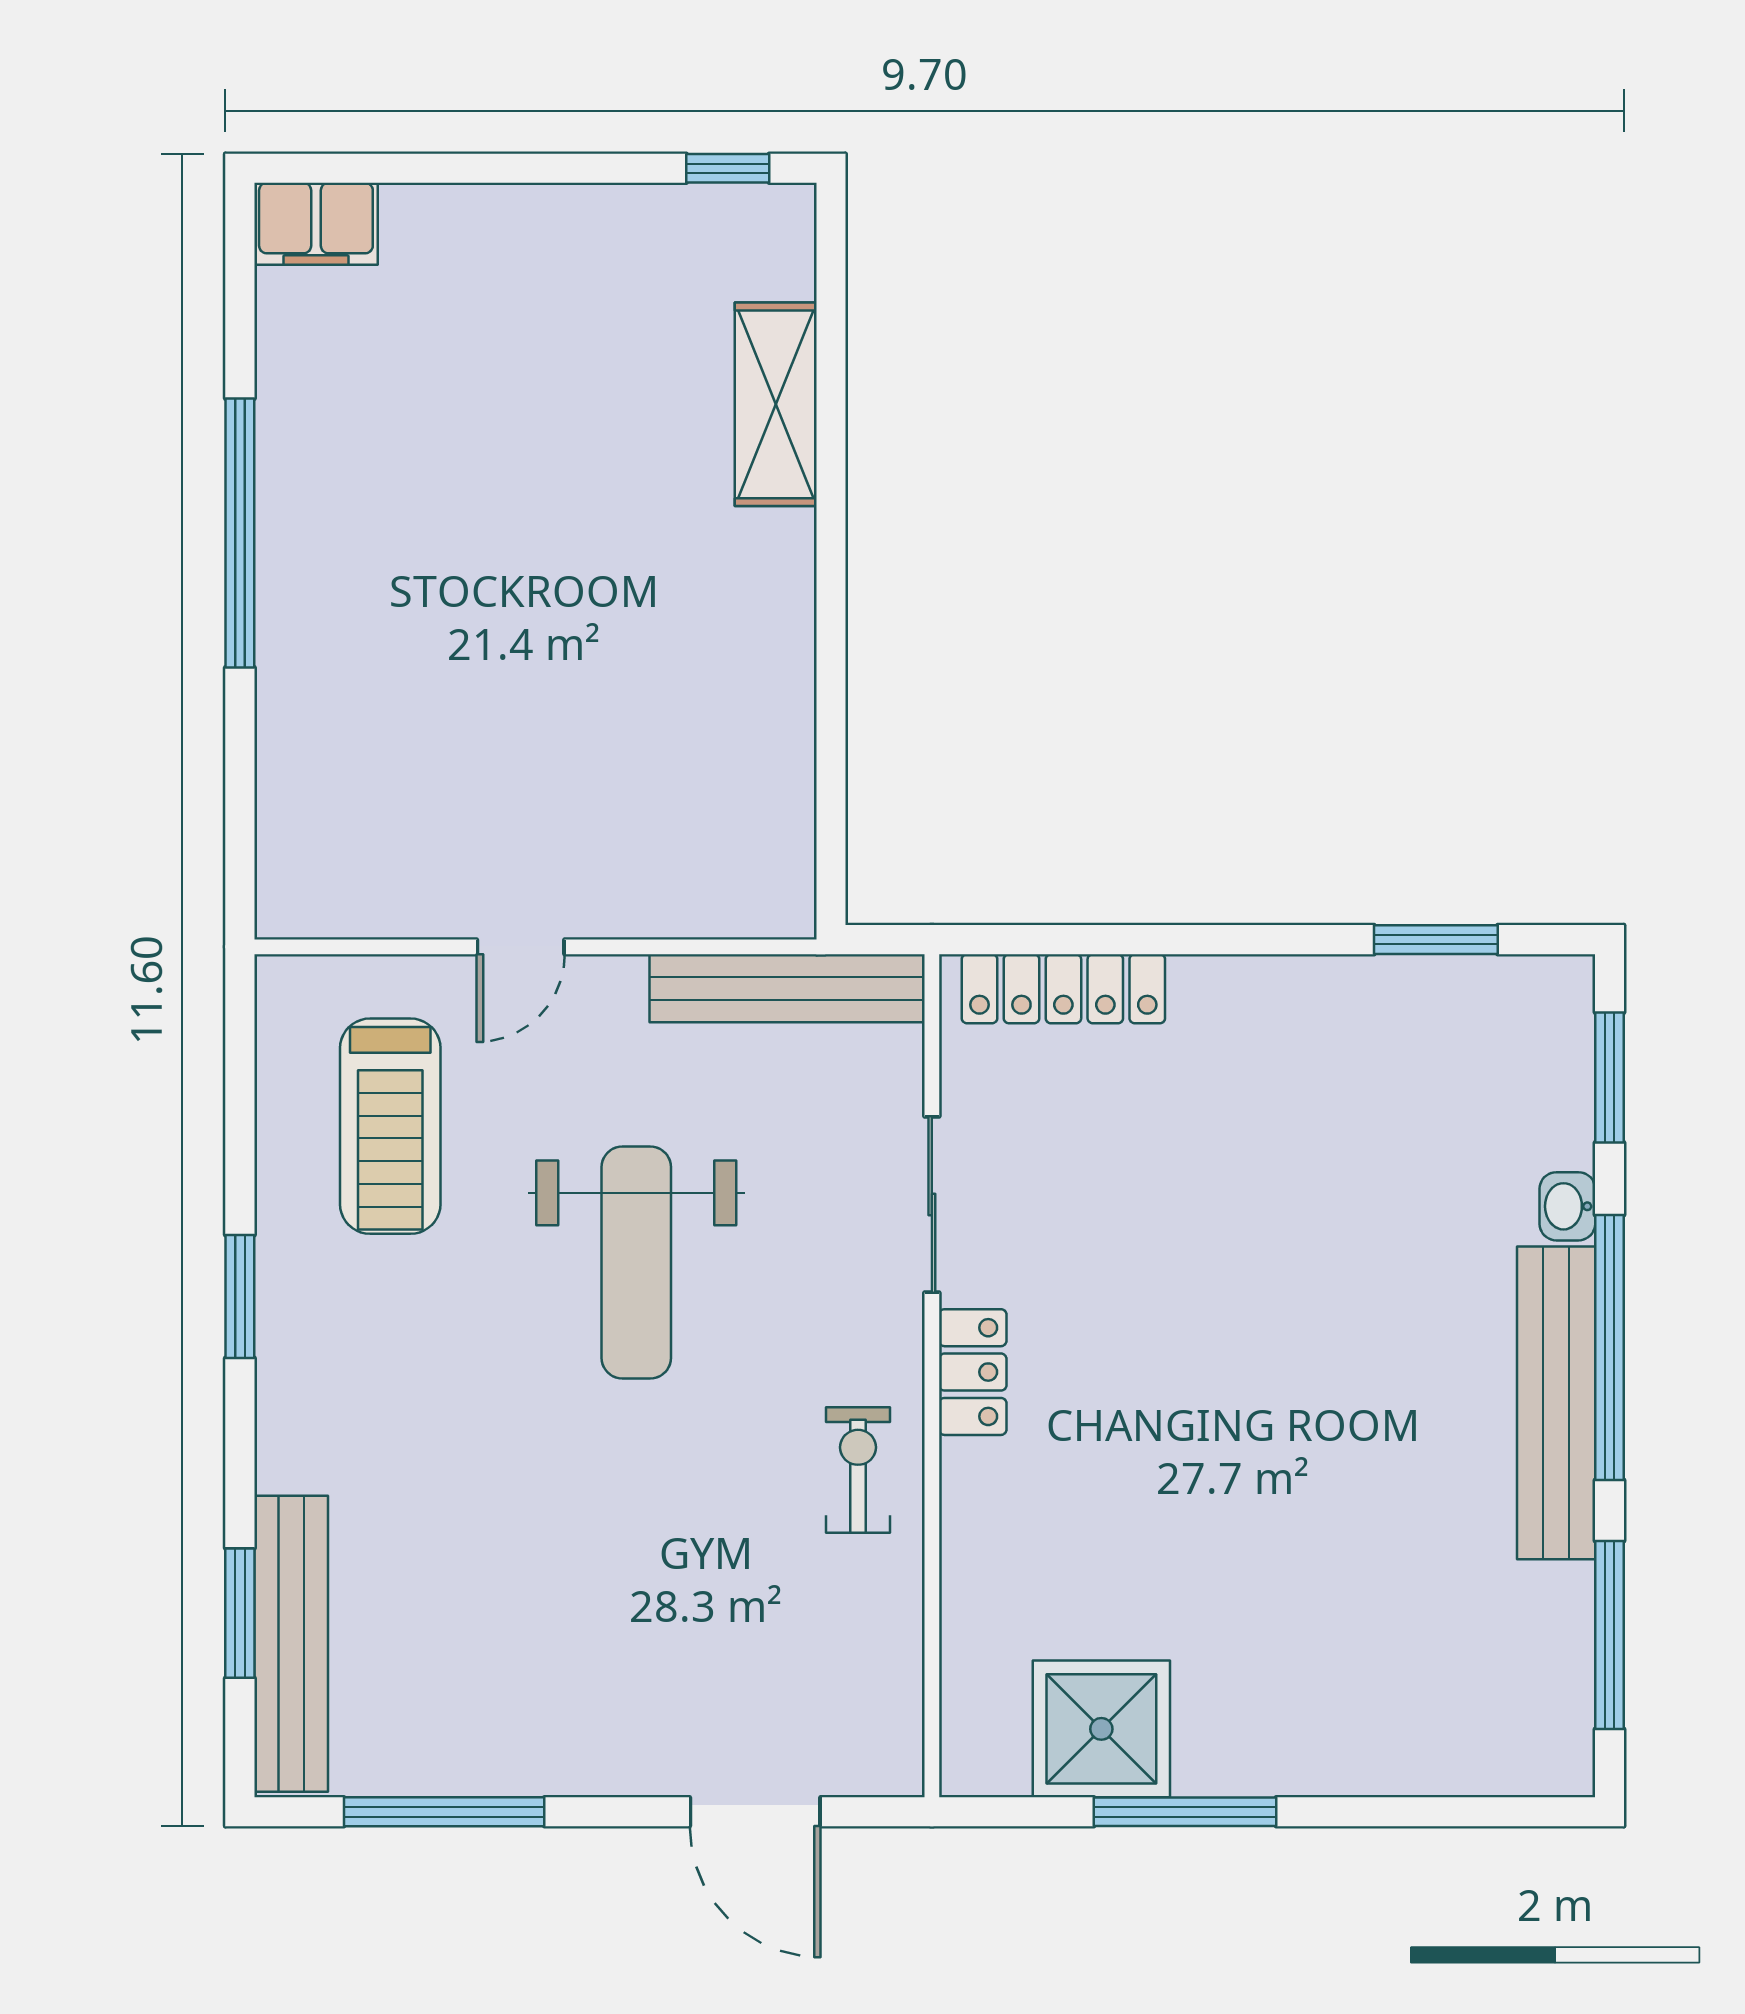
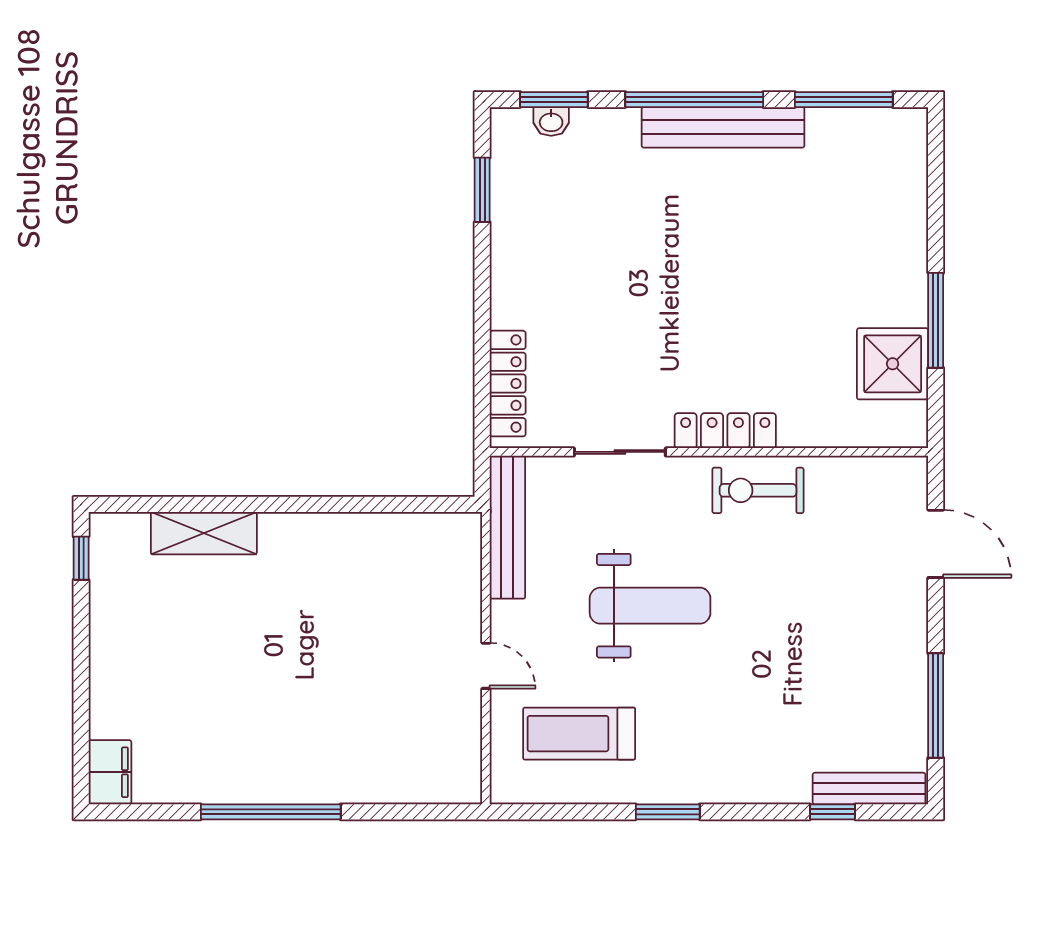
treadmill: (390, 1126) -> (579, 734), turned 180
washbasin: (1567, 1206) -> (551, 121), moved
locker: (973, 1372) -> (725, 431), width x1.53
exercise bike: (858, 1470) -> (758, 490), width x1.38, depth x1.39
window: (240, 1613) -> (832, 812), width x0.67
bench: (291, 1644) -> (869, 789), width x0.73, depth x0.82
door: (755, 1812) -> (936, 544), hinge flipped

